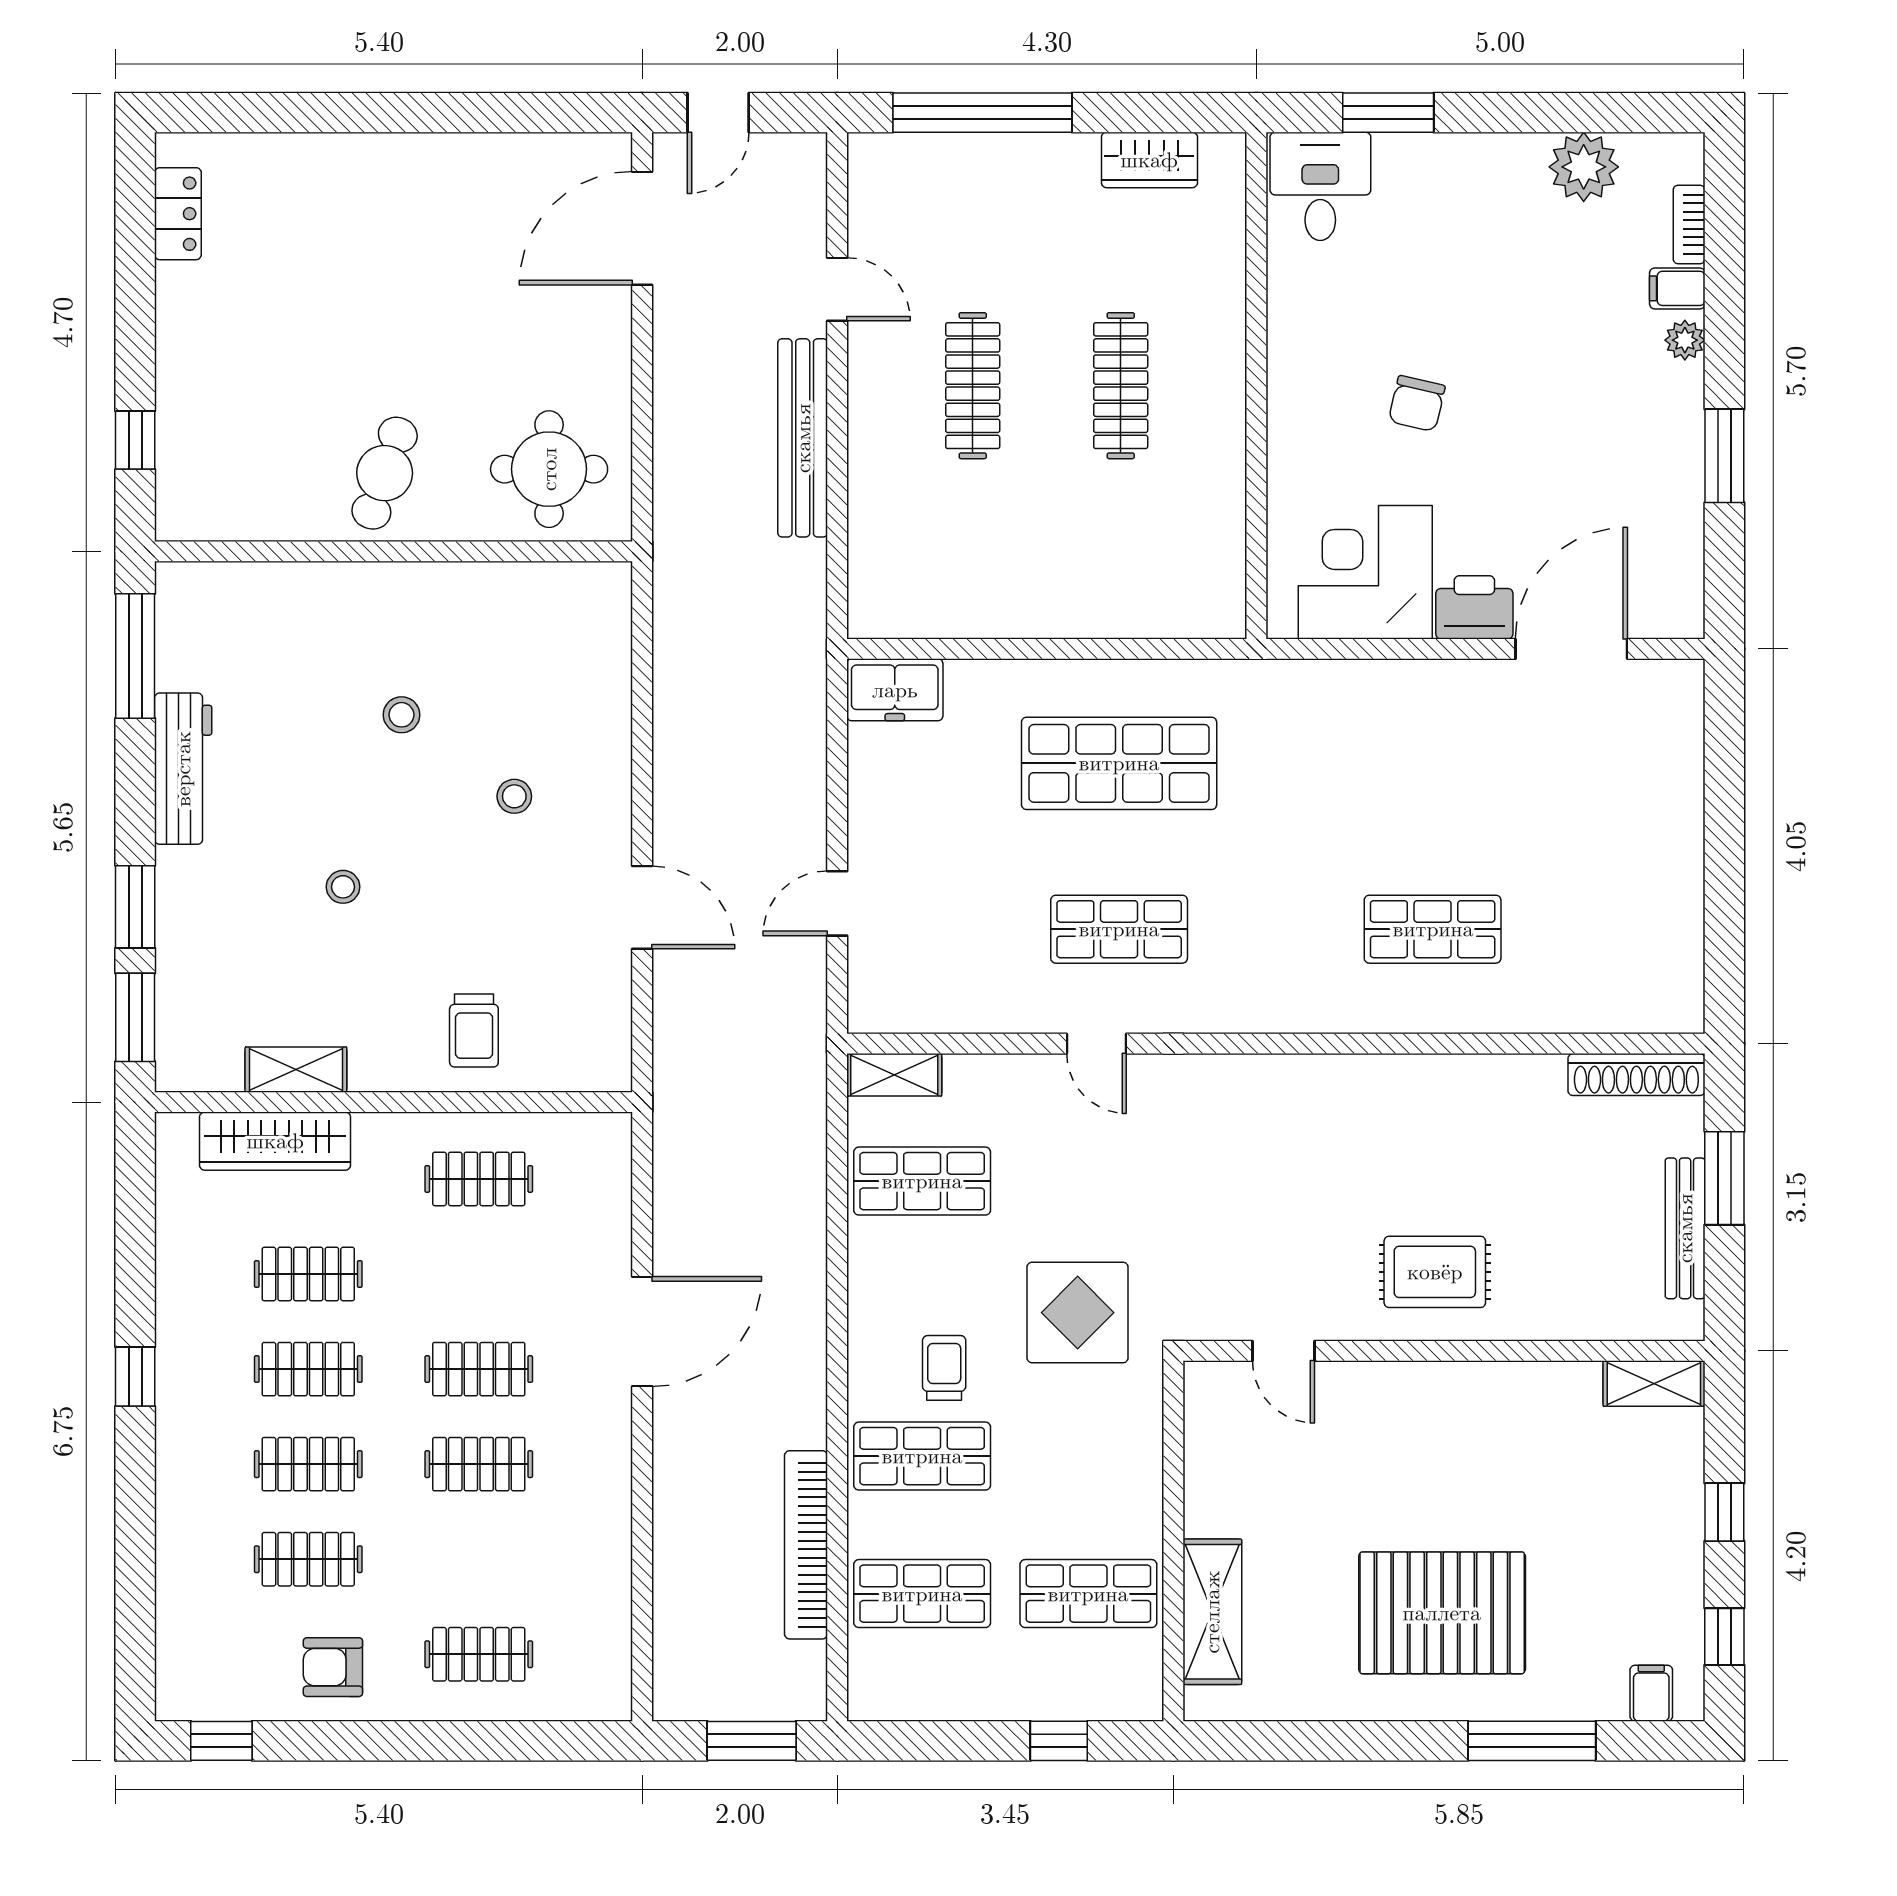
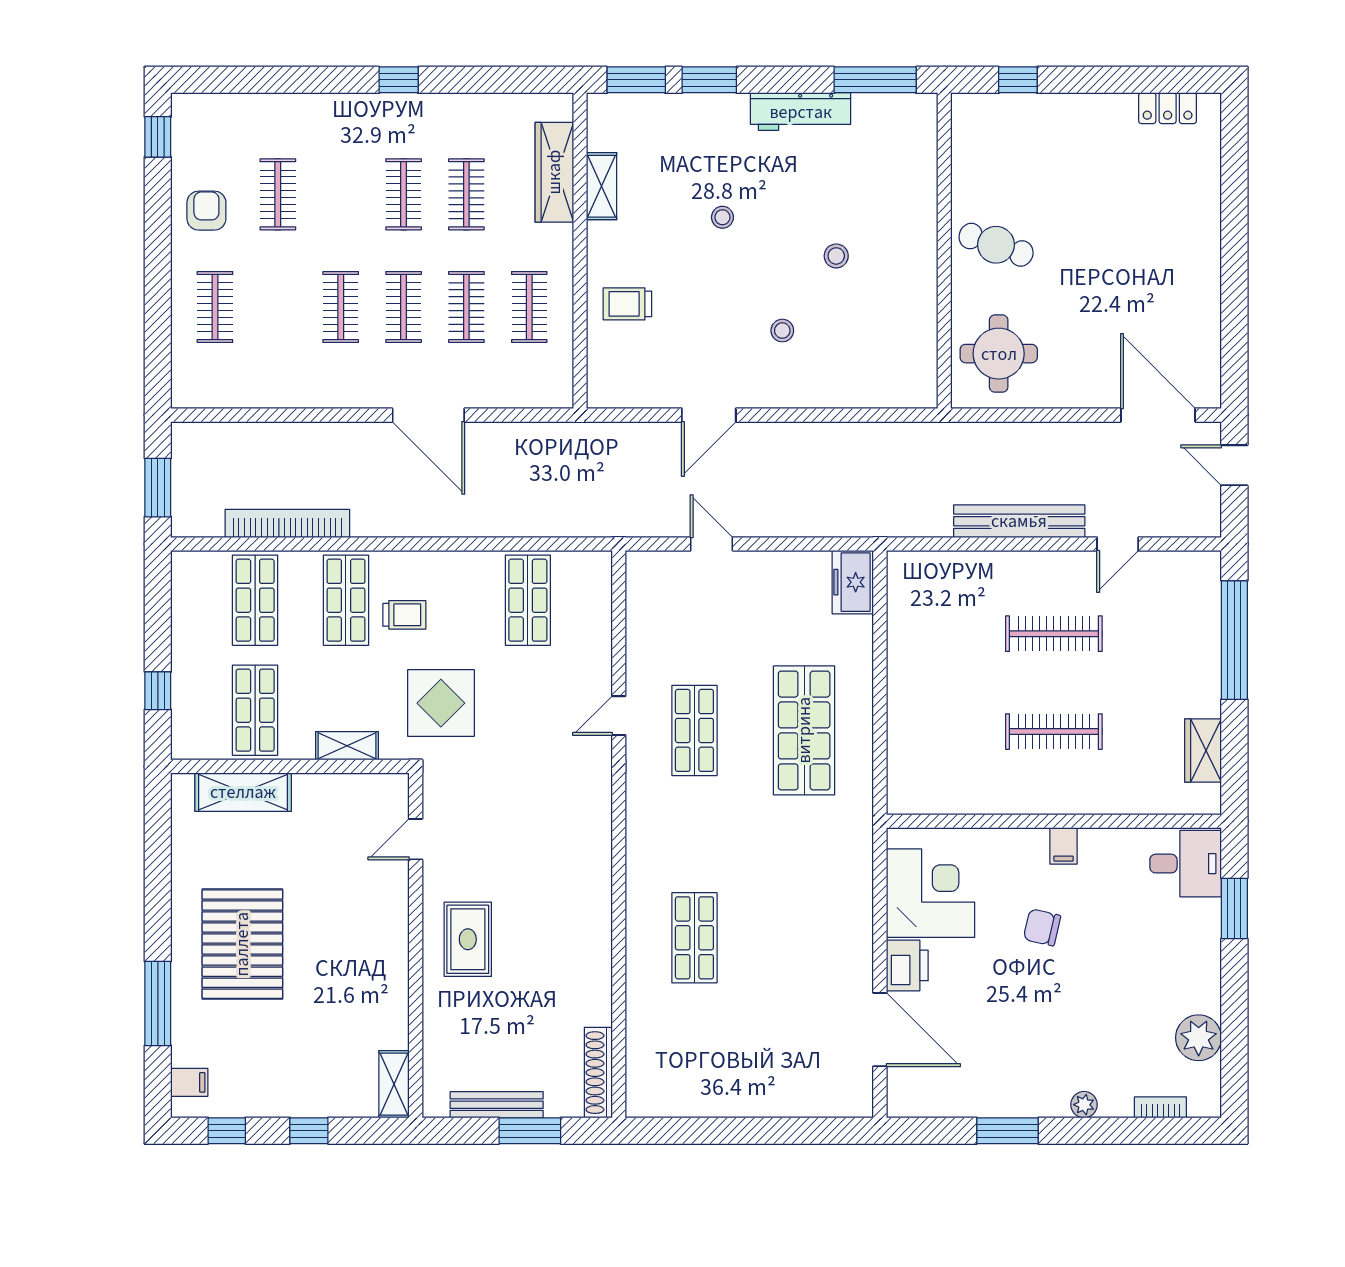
filing cabinet: (1677, 288) -> (1064, 846), moved, turned 180
shelving: (894, 1075) -> (347, 746), moved, turned 90
clothes rail: (308, 1464) -> (466, 307), moved

